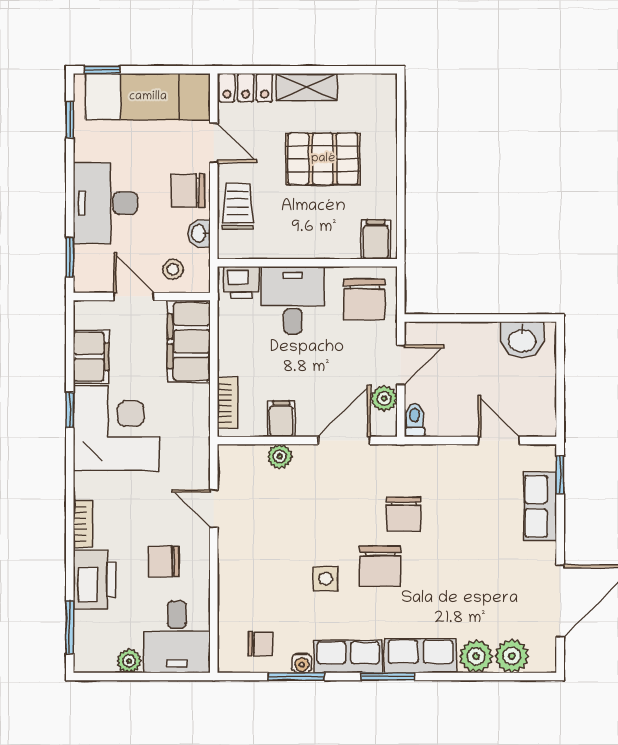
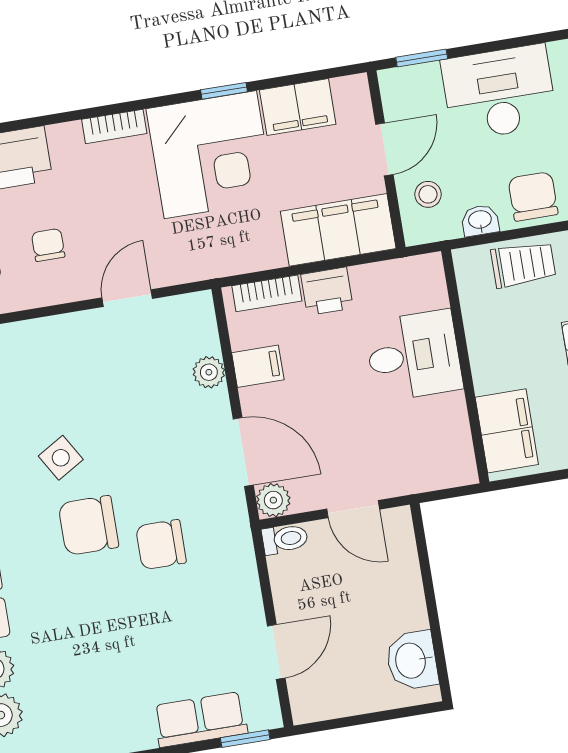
filing cabinet: (376, 240) -> (507, 431), width x2.00
printer: (241, 283) -> (327, 291), moved, turned -90
chair: (364, 299) -> (430, 448), removed
plant: (384, 398) -> (273, 500), moved
bookcase: (83, 524) -> (114, 126), moved
chair: (164, 562) -> (48, 245), width x0.73, depth x0.73
side table: (326, 579) -> (61, 458), turned -31

